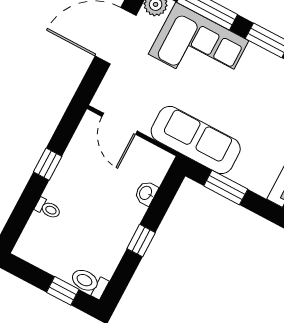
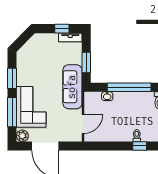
window: (48, 164) -> (140, 146), moved
window: (141, 241) -> (129, 87), width x3.17

